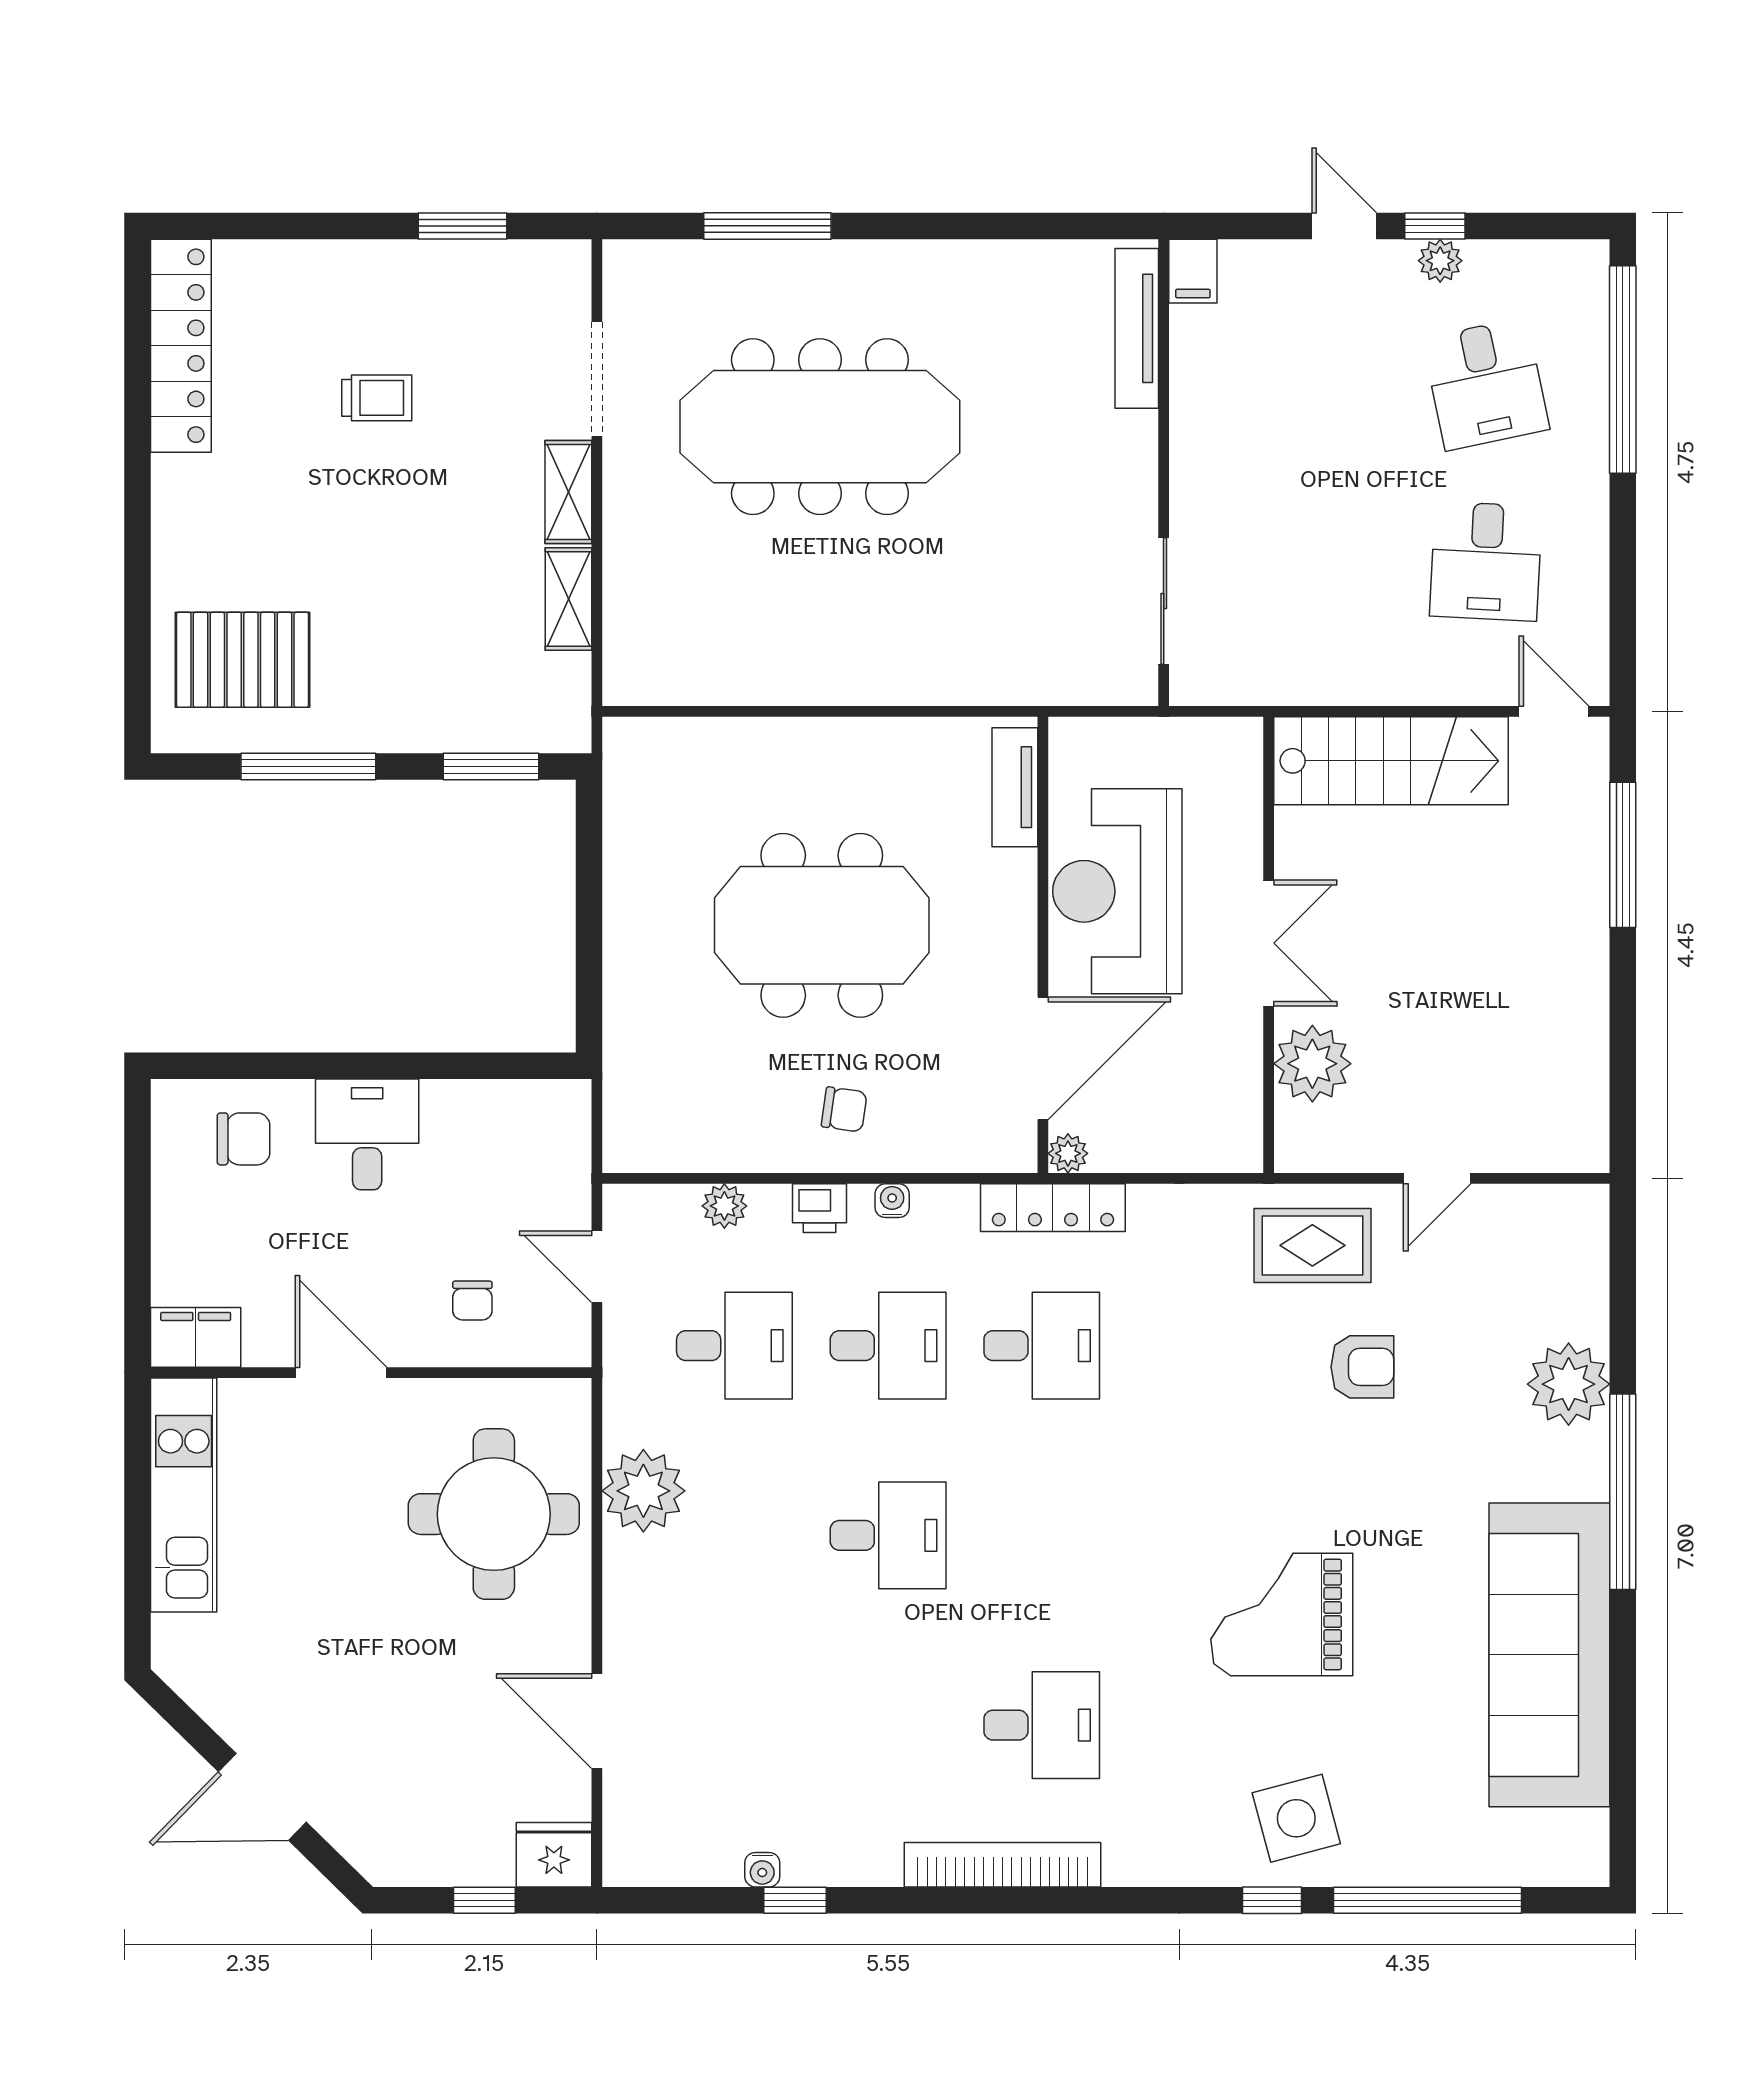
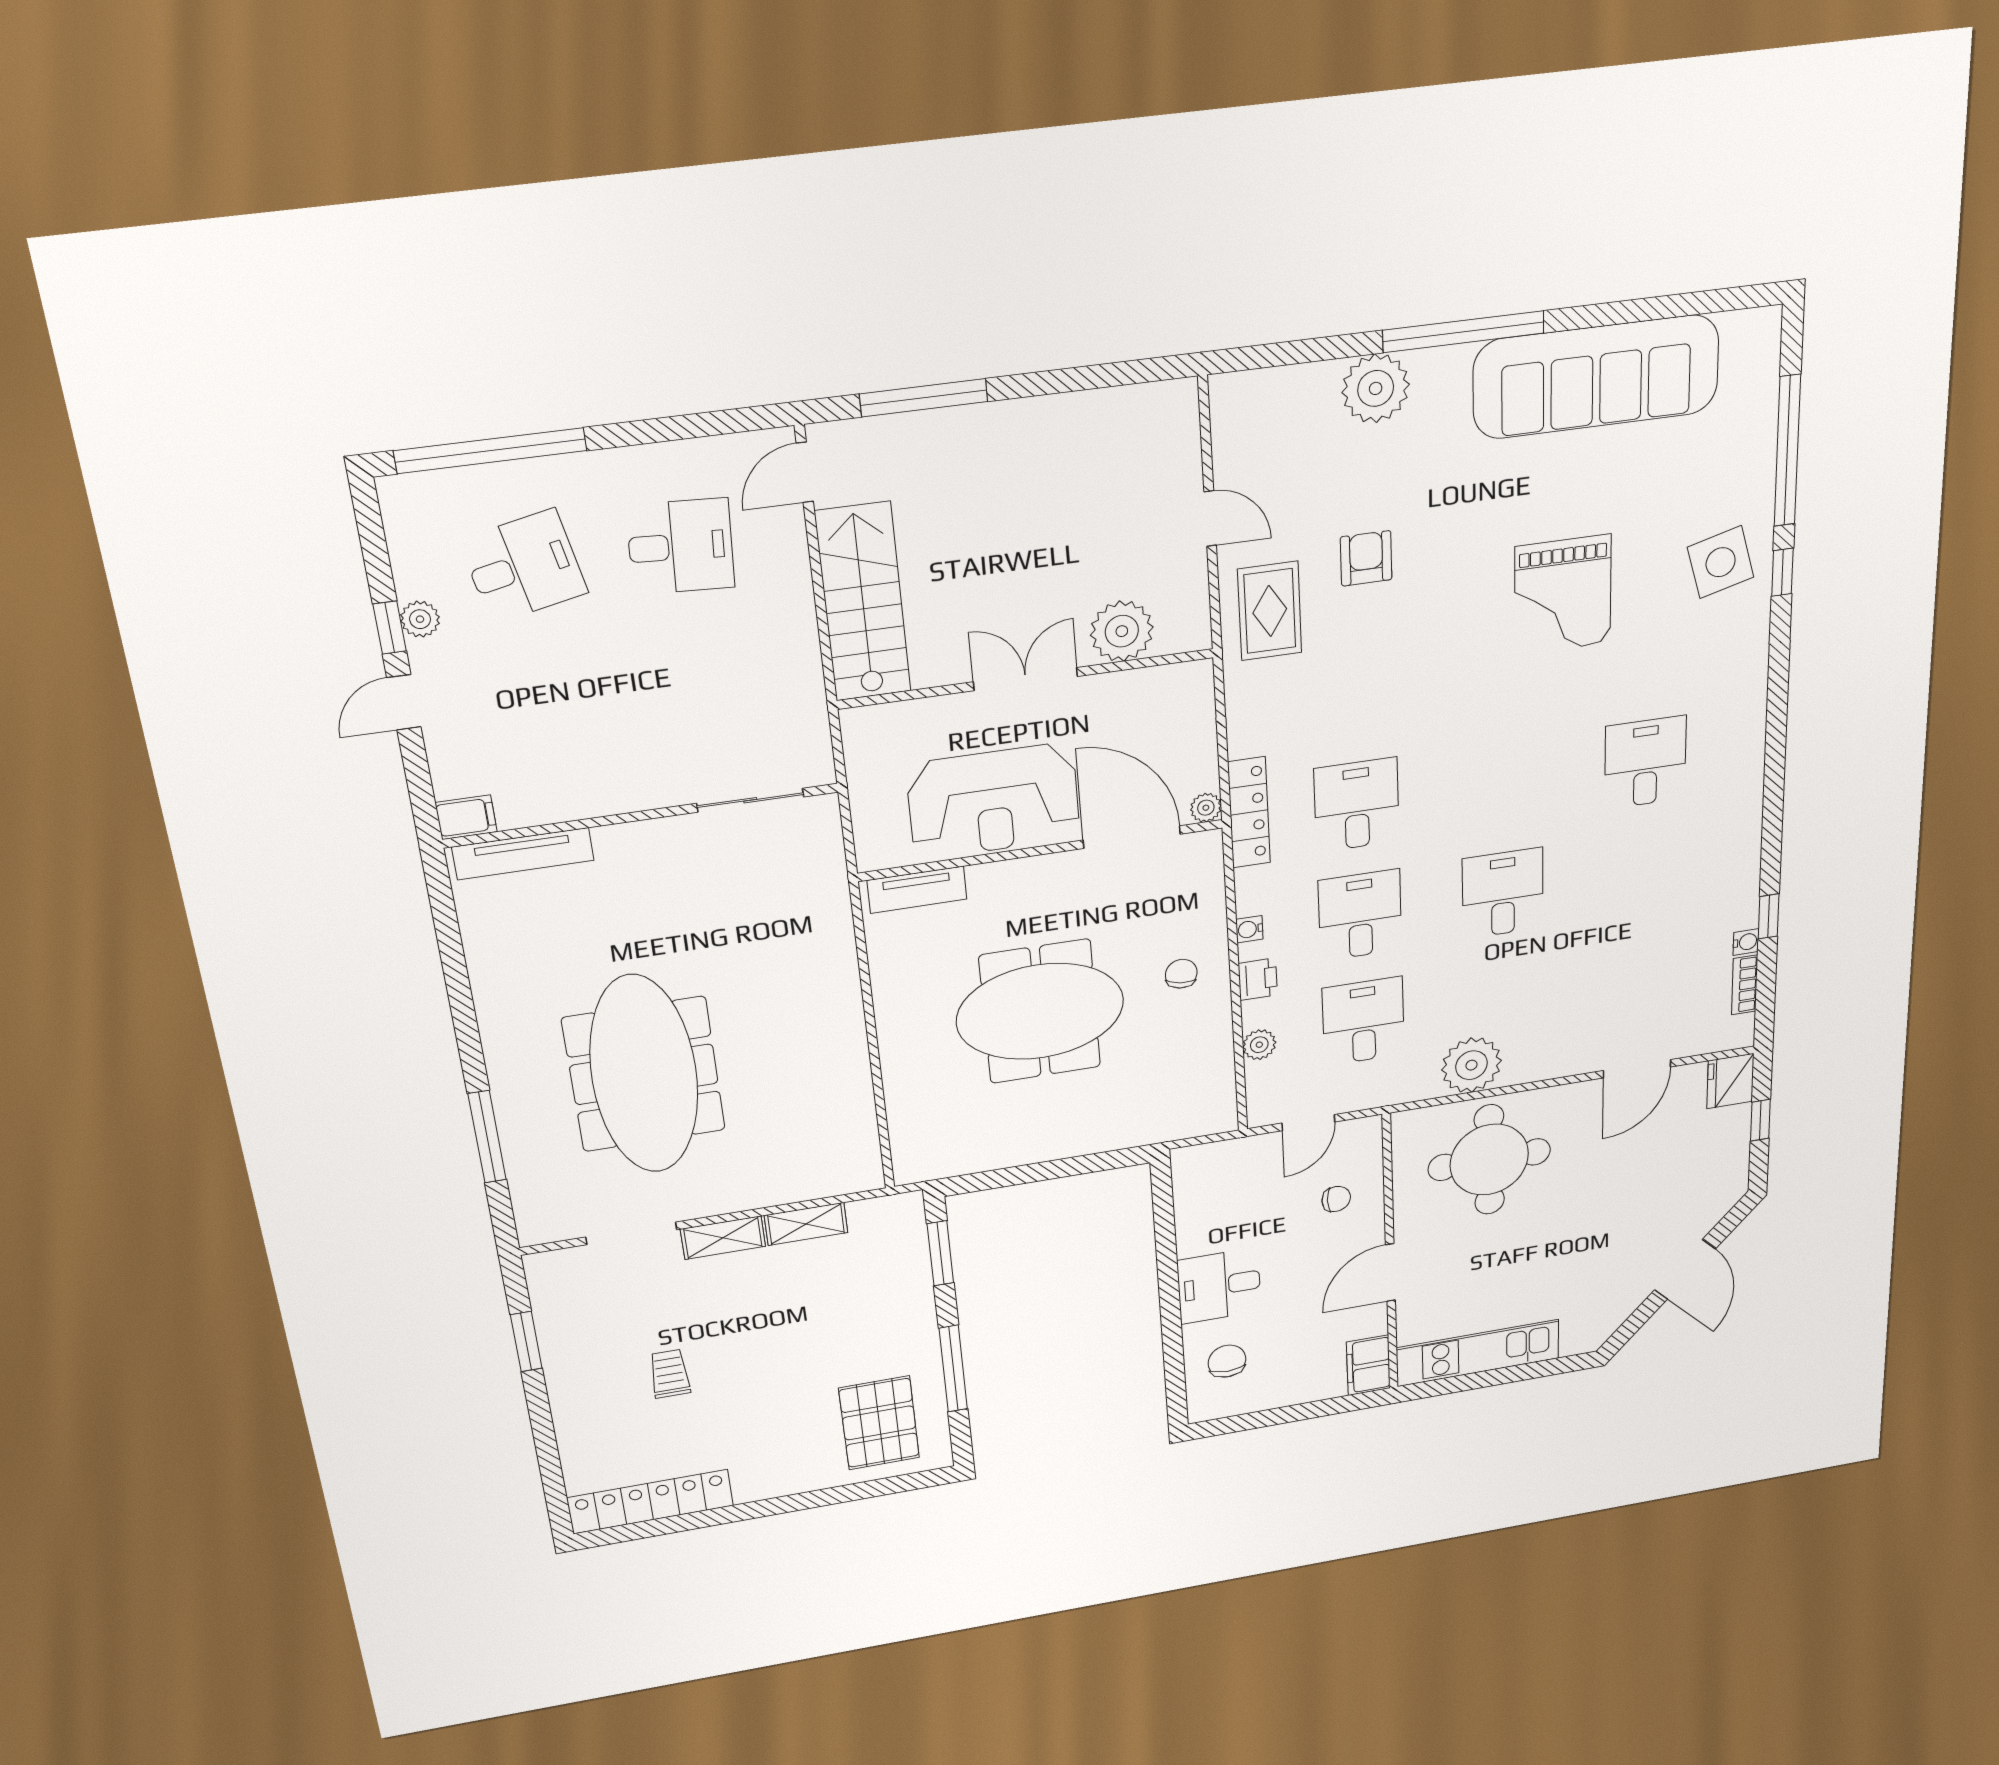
meeting table: (822, 925) -> (1040, 1011), turned 90
bookcase: (1002, 1865) -> (1745, 985), moved, width x0.43, depth x0.76

